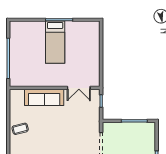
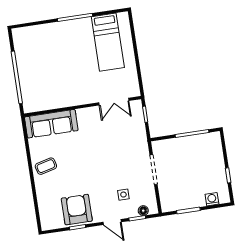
bed: (55, 42) -> (108, 42), moved
sofa: (44, 97) -> (51, 124), moved

